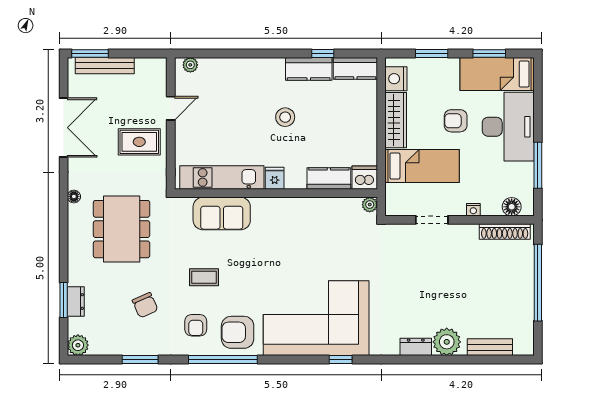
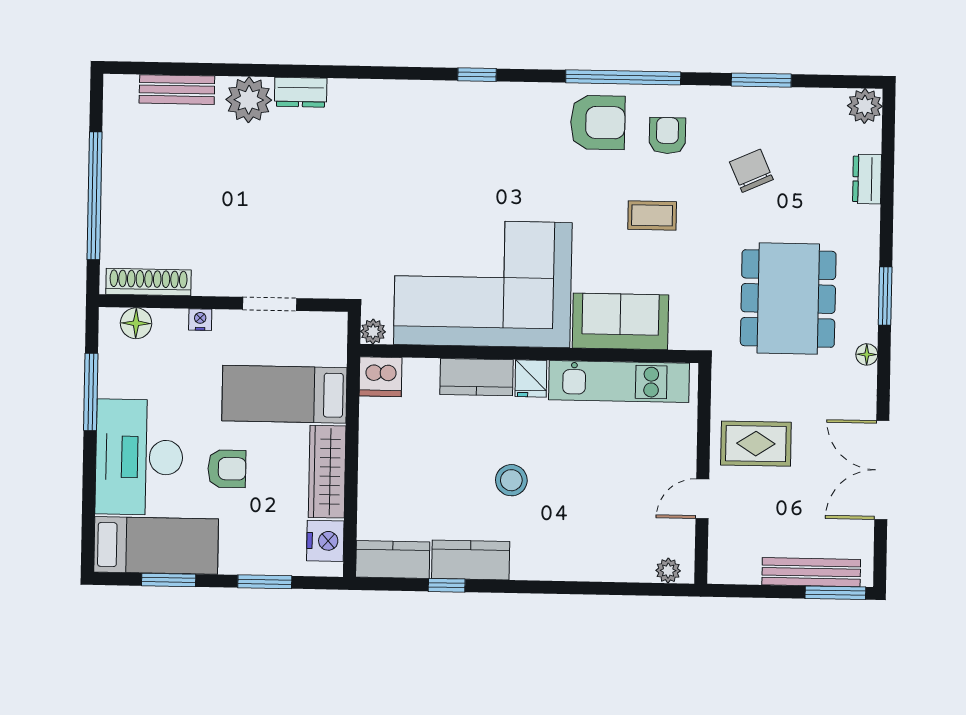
kitchen counter: (329, 178) -> (477, 377), moved
window: (64, 300) -> (885, 296), moved
corner sofa: (316, 318) -> (483, 284), moved, turned 180
window: (341, 360) -> (477, 75), moved

